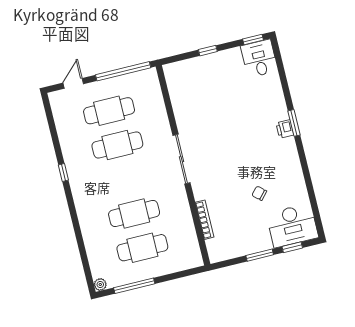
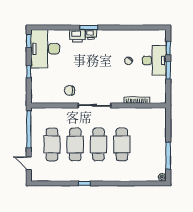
desk: (259, 58) -> (45, 49), width x1.87, depth x1.30
printer: (278, 109) -> (77, 36), added
chair: (195, 117) -> (70, 90), added
desk: (292, 225) -> (154, 60), moved
cafe table: (142, 248) -> (99, 144), moved

